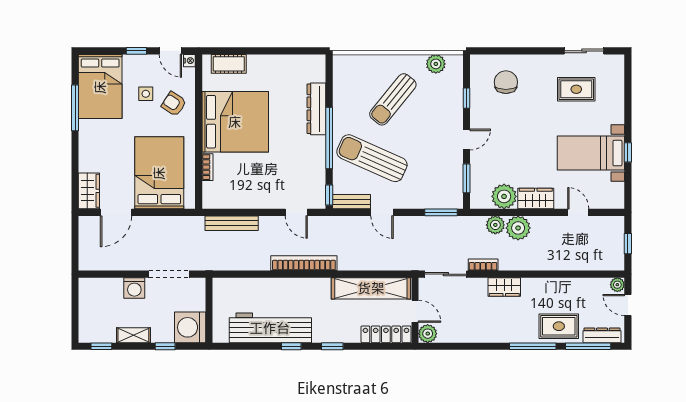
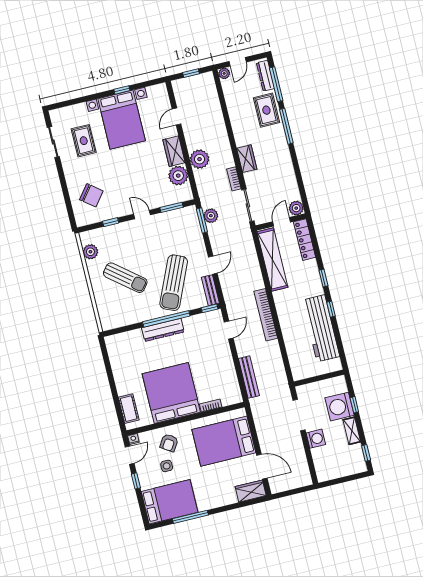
chair: (506, 82) -> (91, 195), turned -142
dresser: (316, 109) -> (163, 330), moved
bed with nightstands: (591, 153) -> (122, 120), width x1.36
plant: (495, 225) -> (211, 216), moved
washing machine: (190, 327) -> (340, 407), moved, turned 90

